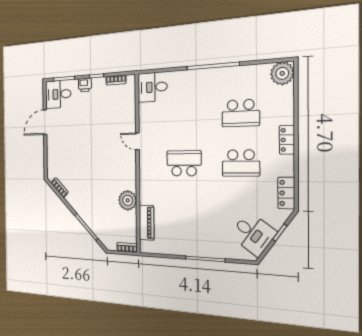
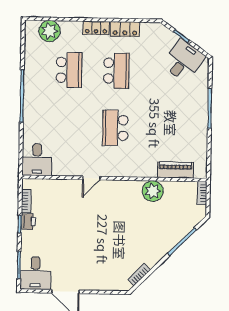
plant: (282, 73) -> (49, 31), moved
printer: (85, 85) -> (28, 222), moved
locker: (286, 193) -> (125, 29), moved

